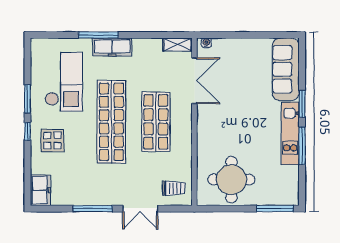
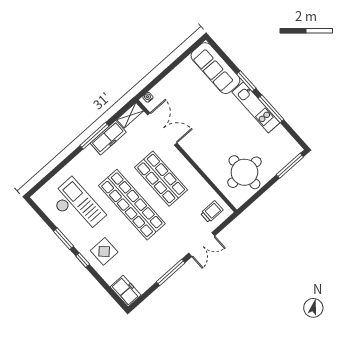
window: (98, 35) -> (94, 136), moved
freezer: (112, 47) -> (108, 138), moved

